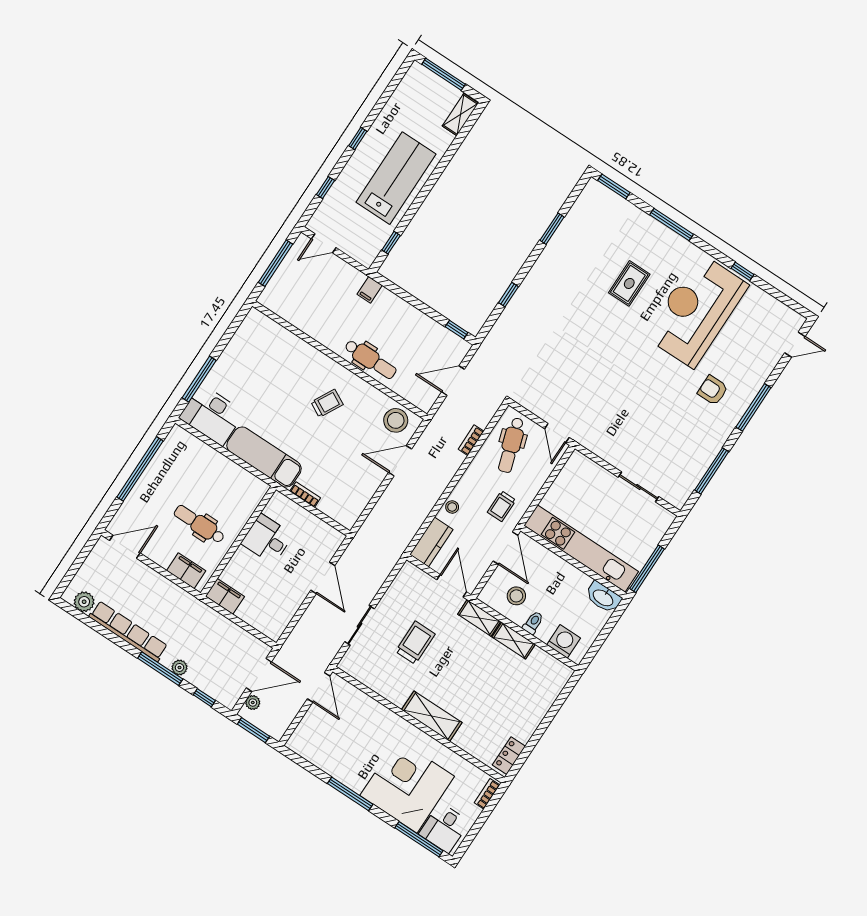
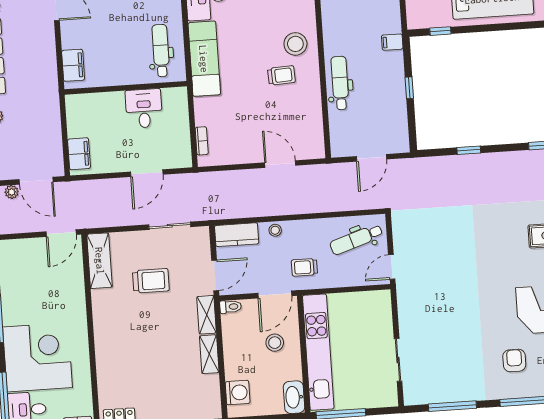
window: (457, 330) -> (409, 88), moved
dental chair: (370, 359) -> (340, 83), turned 180
door: (453, 381) -> (372, 158), swing flipped
trolley: (327, 403) -> (282, 75), turned -31
stool: (396, 420) -> (295, 44), moved
bookcase: (471, 440) -> (337, 206), removed
bookcase: (305, 495) -> (202, 141), moved
dental chair: (199, 524) -> (161, 51), moved
filing cabinet: (225, 596) -> (79, 154), moved
stool: (516, 596) -> (275, 343), moved
toilet: (533, 623) -> (231, 307), moved
sliding door: (360, 625) -> (170, 226), moved
shelving: (432, 716) -> (100, 261), moved

